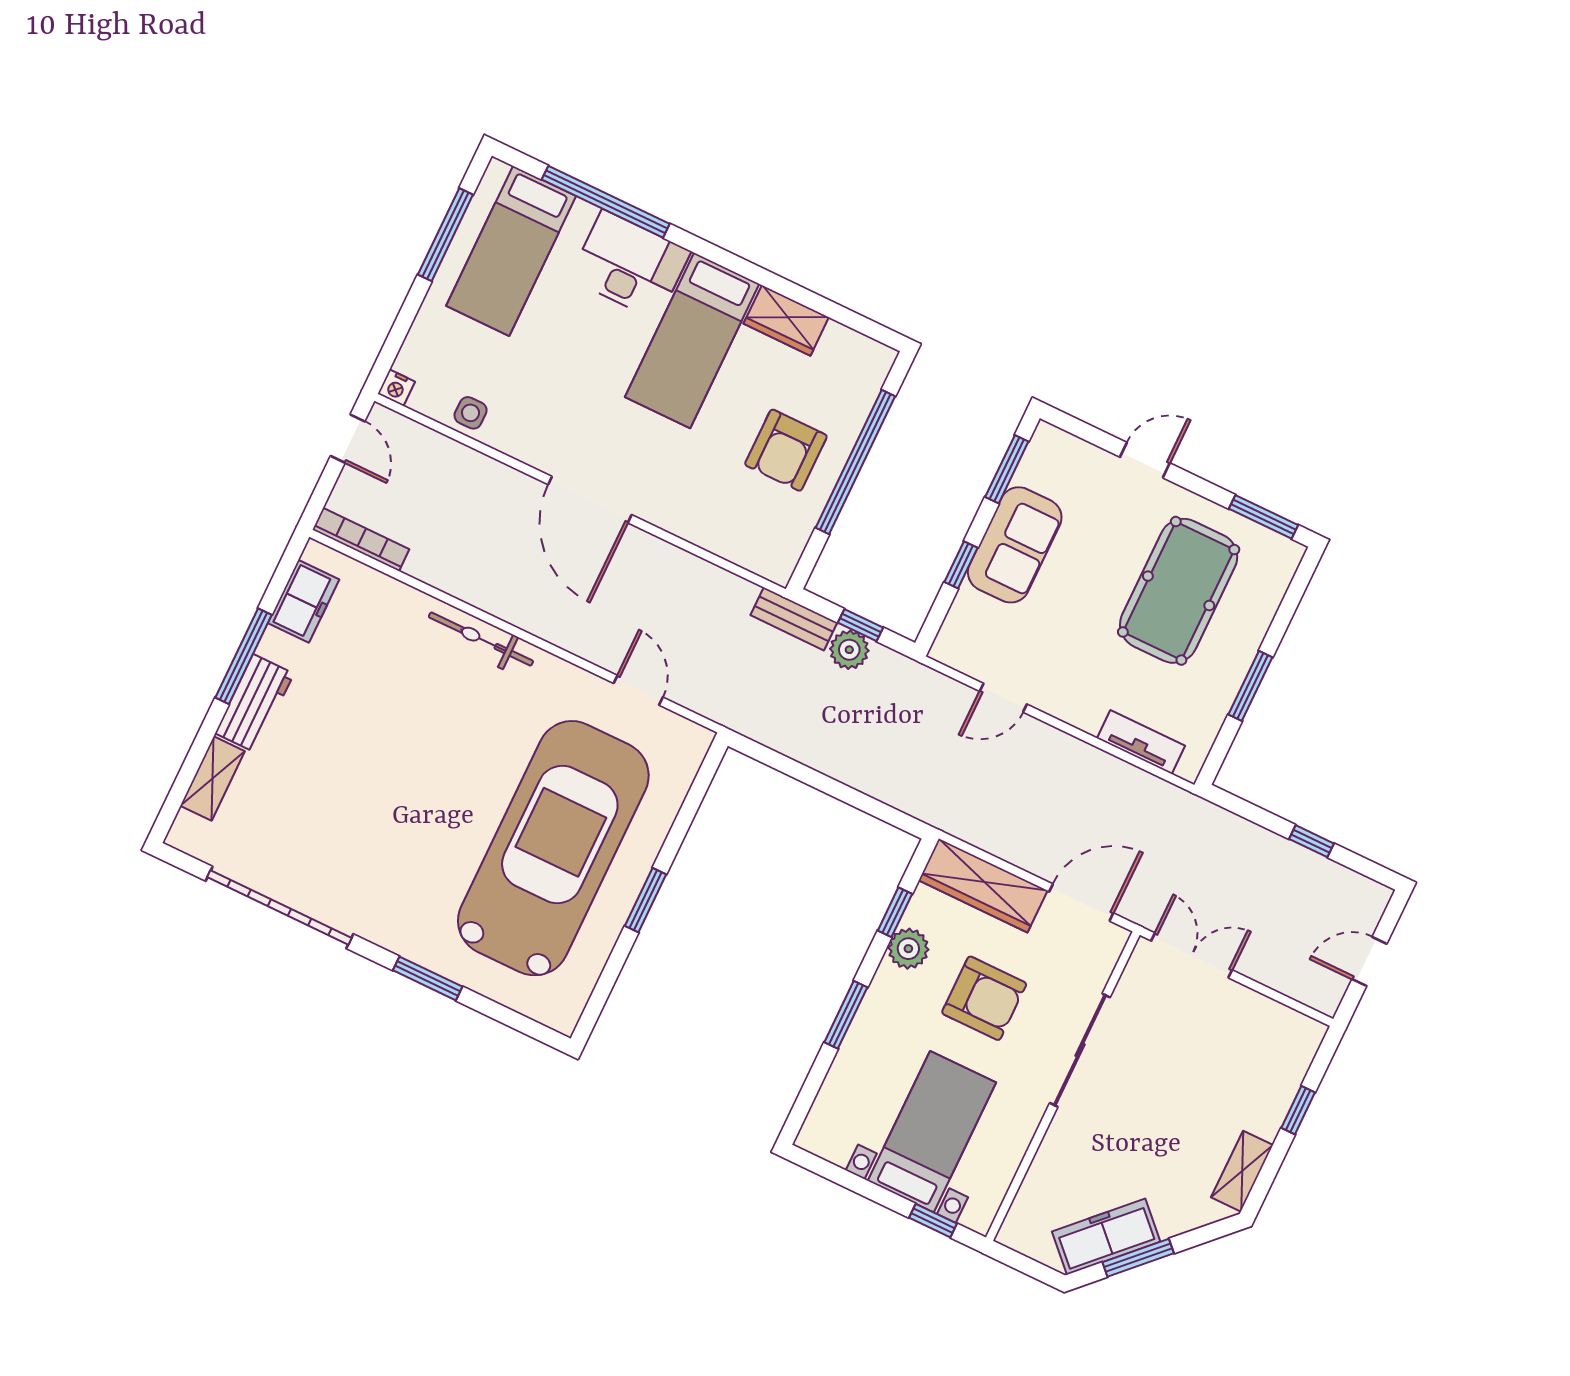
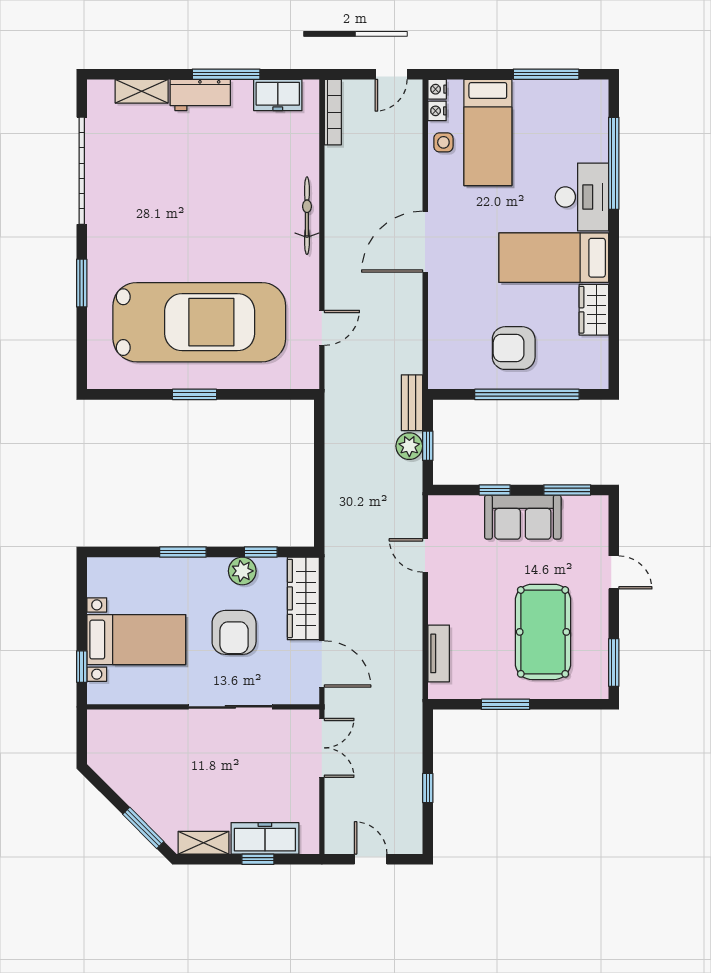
bed: (511, 251) -> (488, 132), moved, turned -90
nightstand: (425, 401) -> (437, 111), added
pool table: (1179, 591) -> (543, 632), turned 90
freezer: (1106, 1237) -> (265, 838), moved, turned -45
window: (1138, 1258) -> (143, 828), moved

